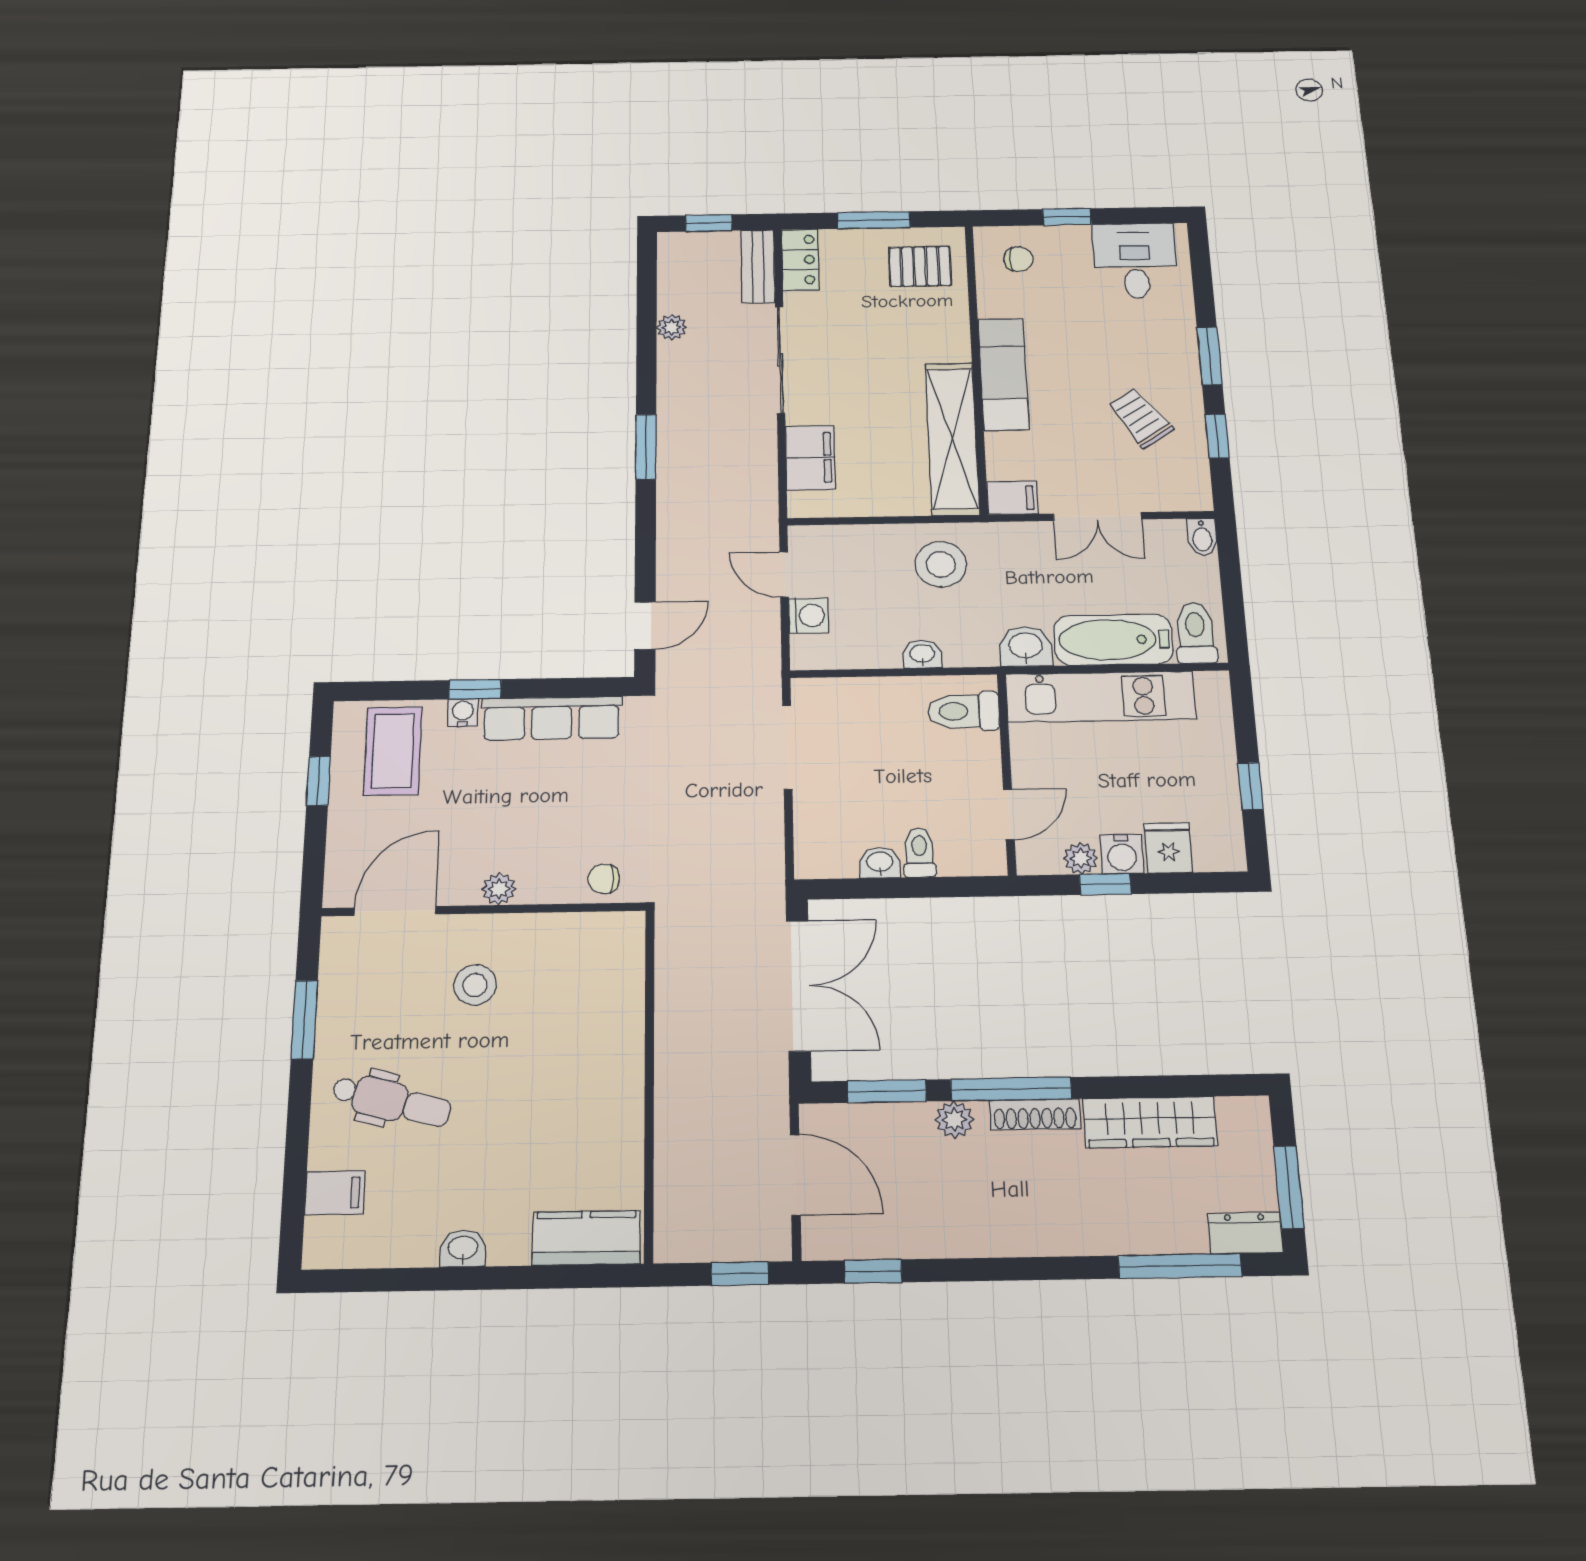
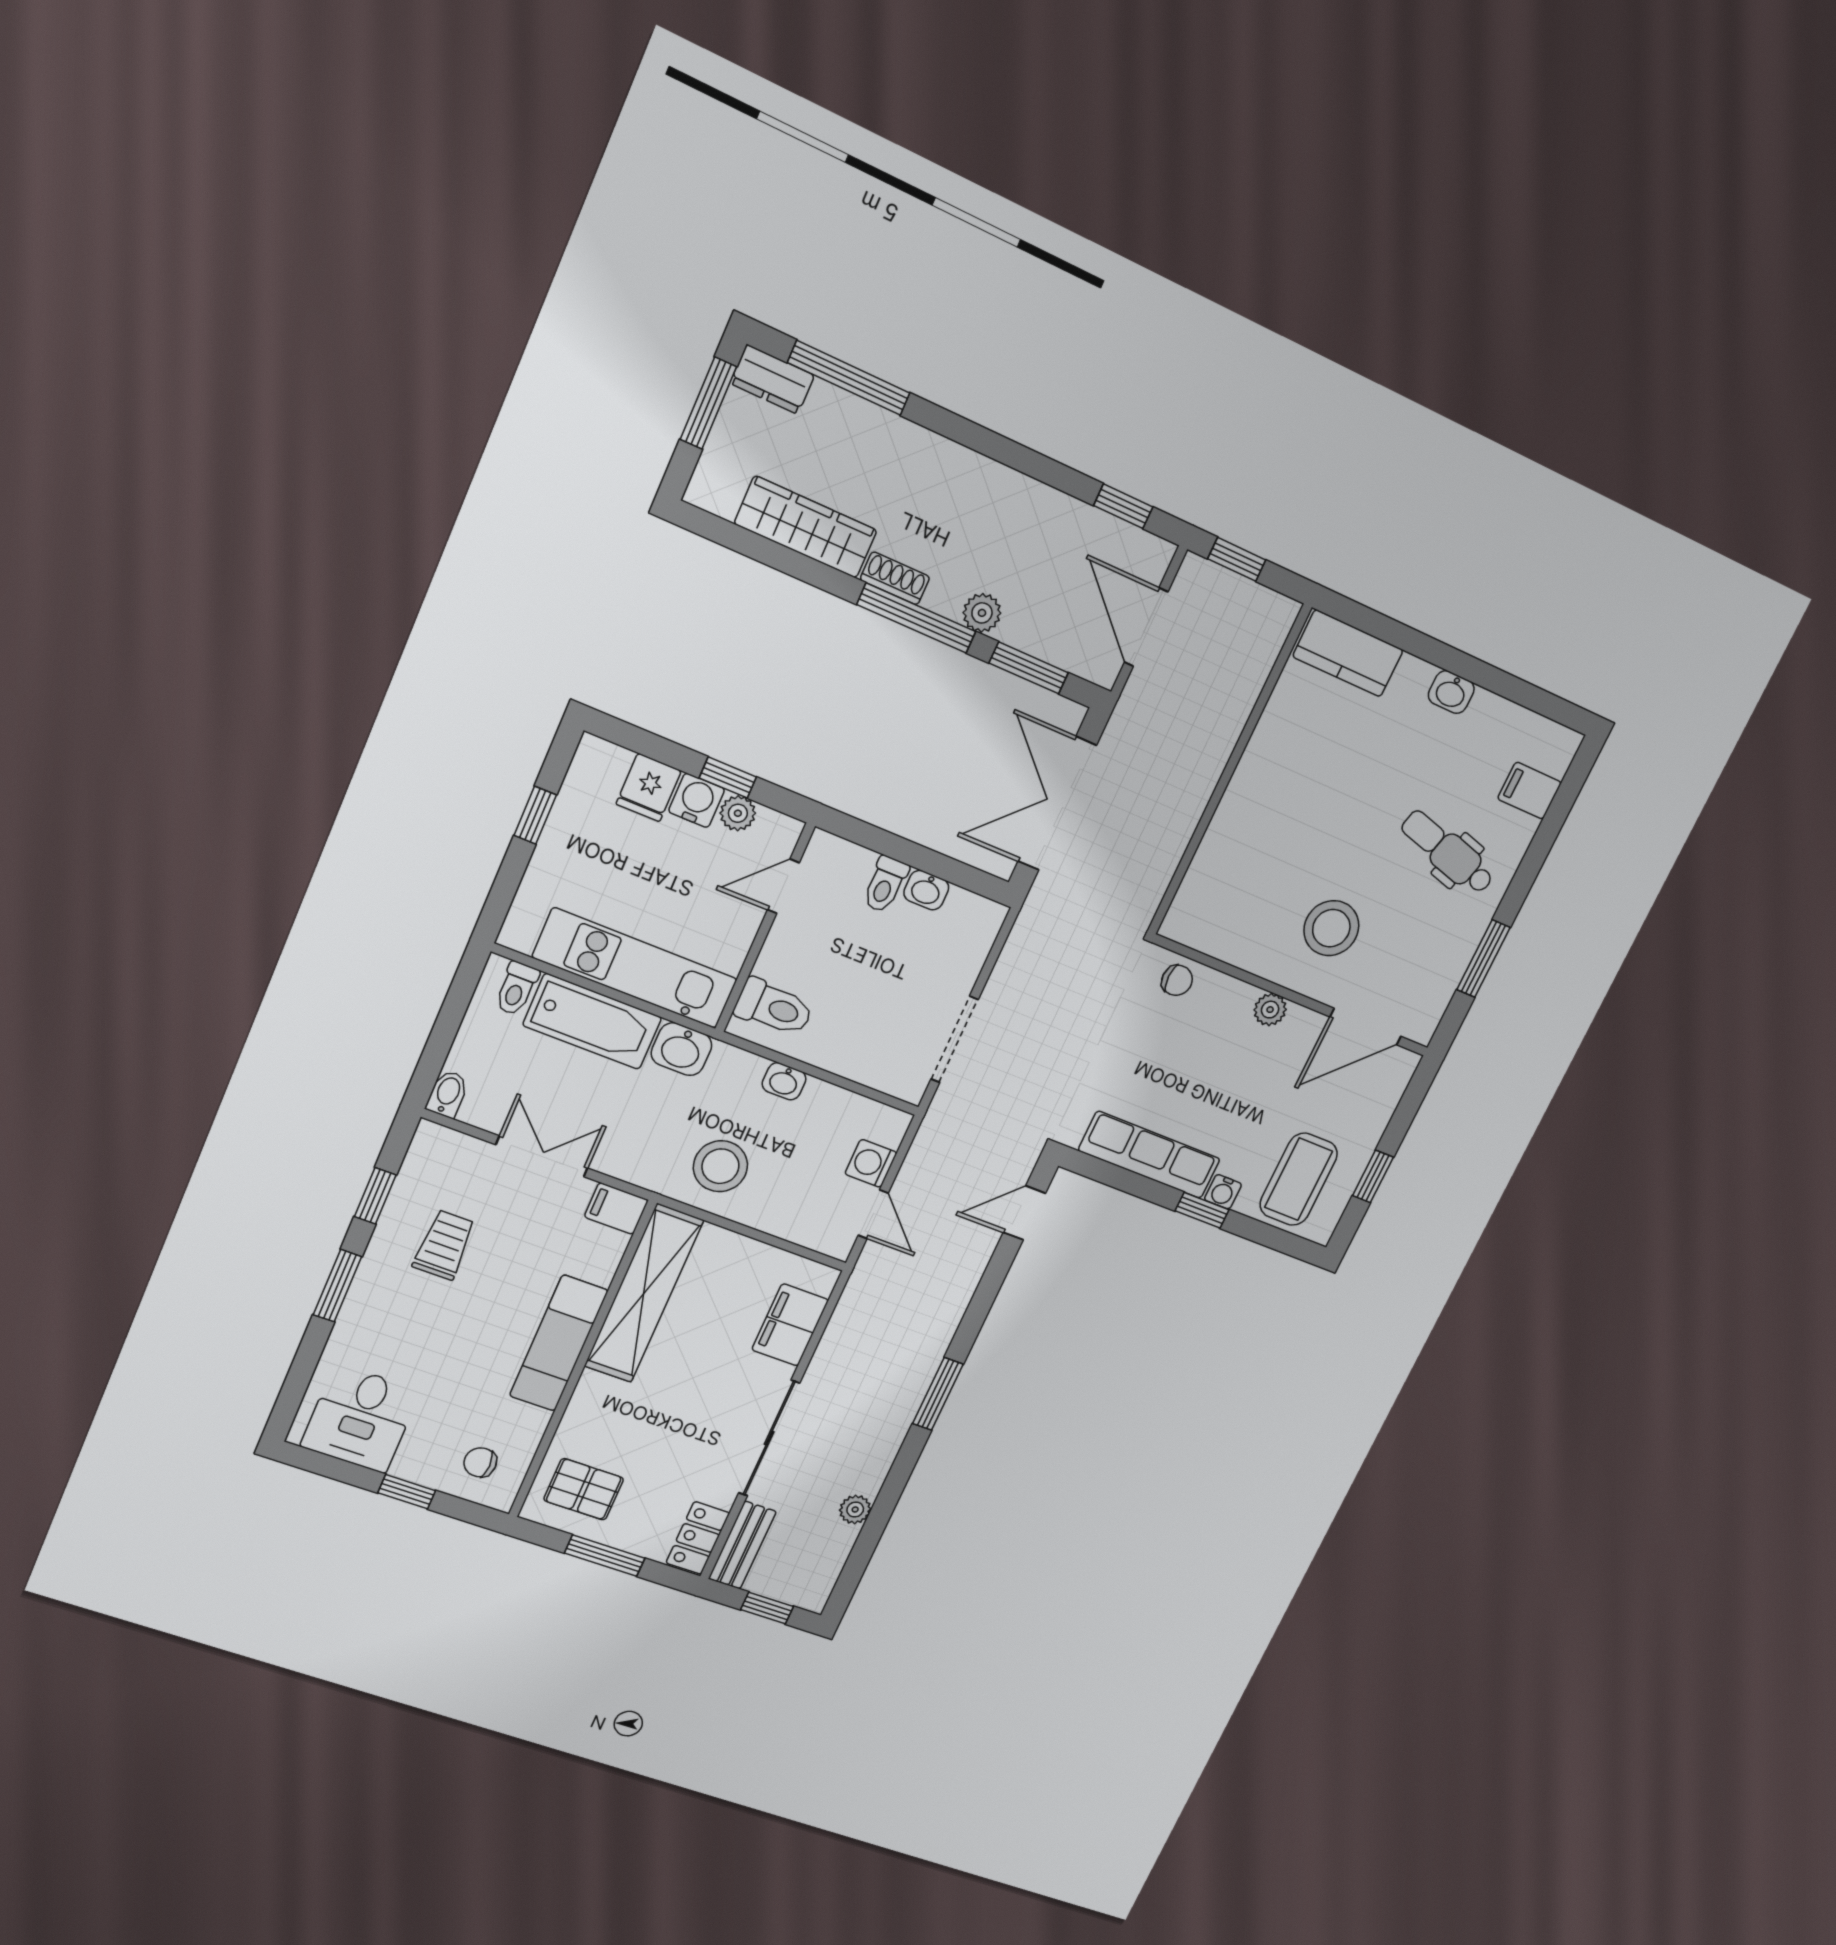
trolley: (1140, 418) -> (444, 1245), turned -146
toilet: (1196, 633) -> (516, 989), width x0.73, depth x0.72
stool: (475, 985) -> (1331, 928), width x1.38, depth x1.38
shoe rack: (1035, 1114) -> (895, 578), width x0.70

